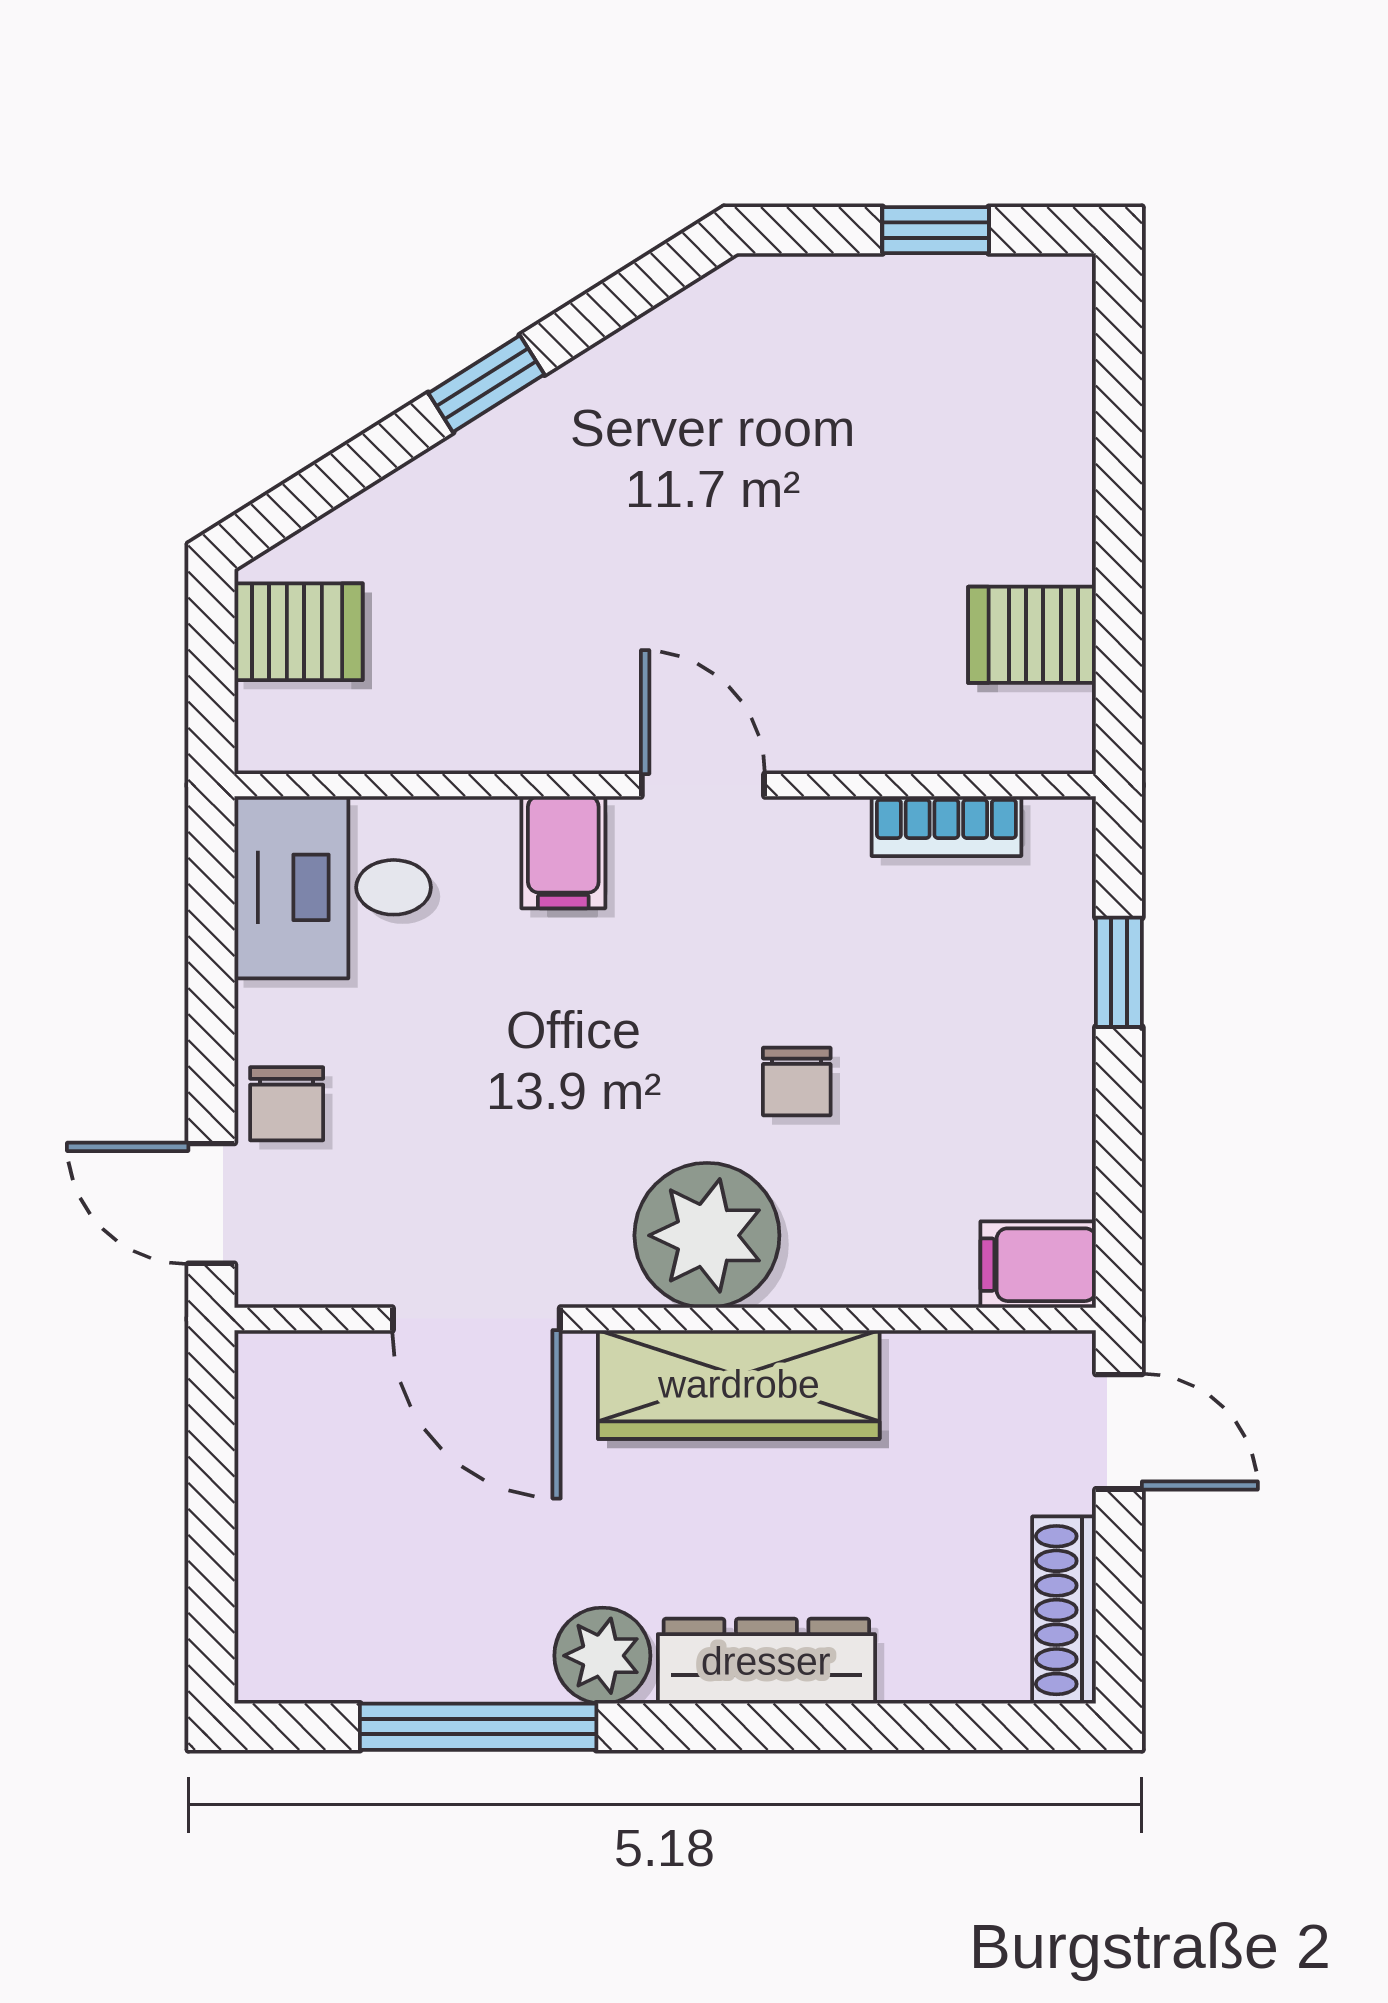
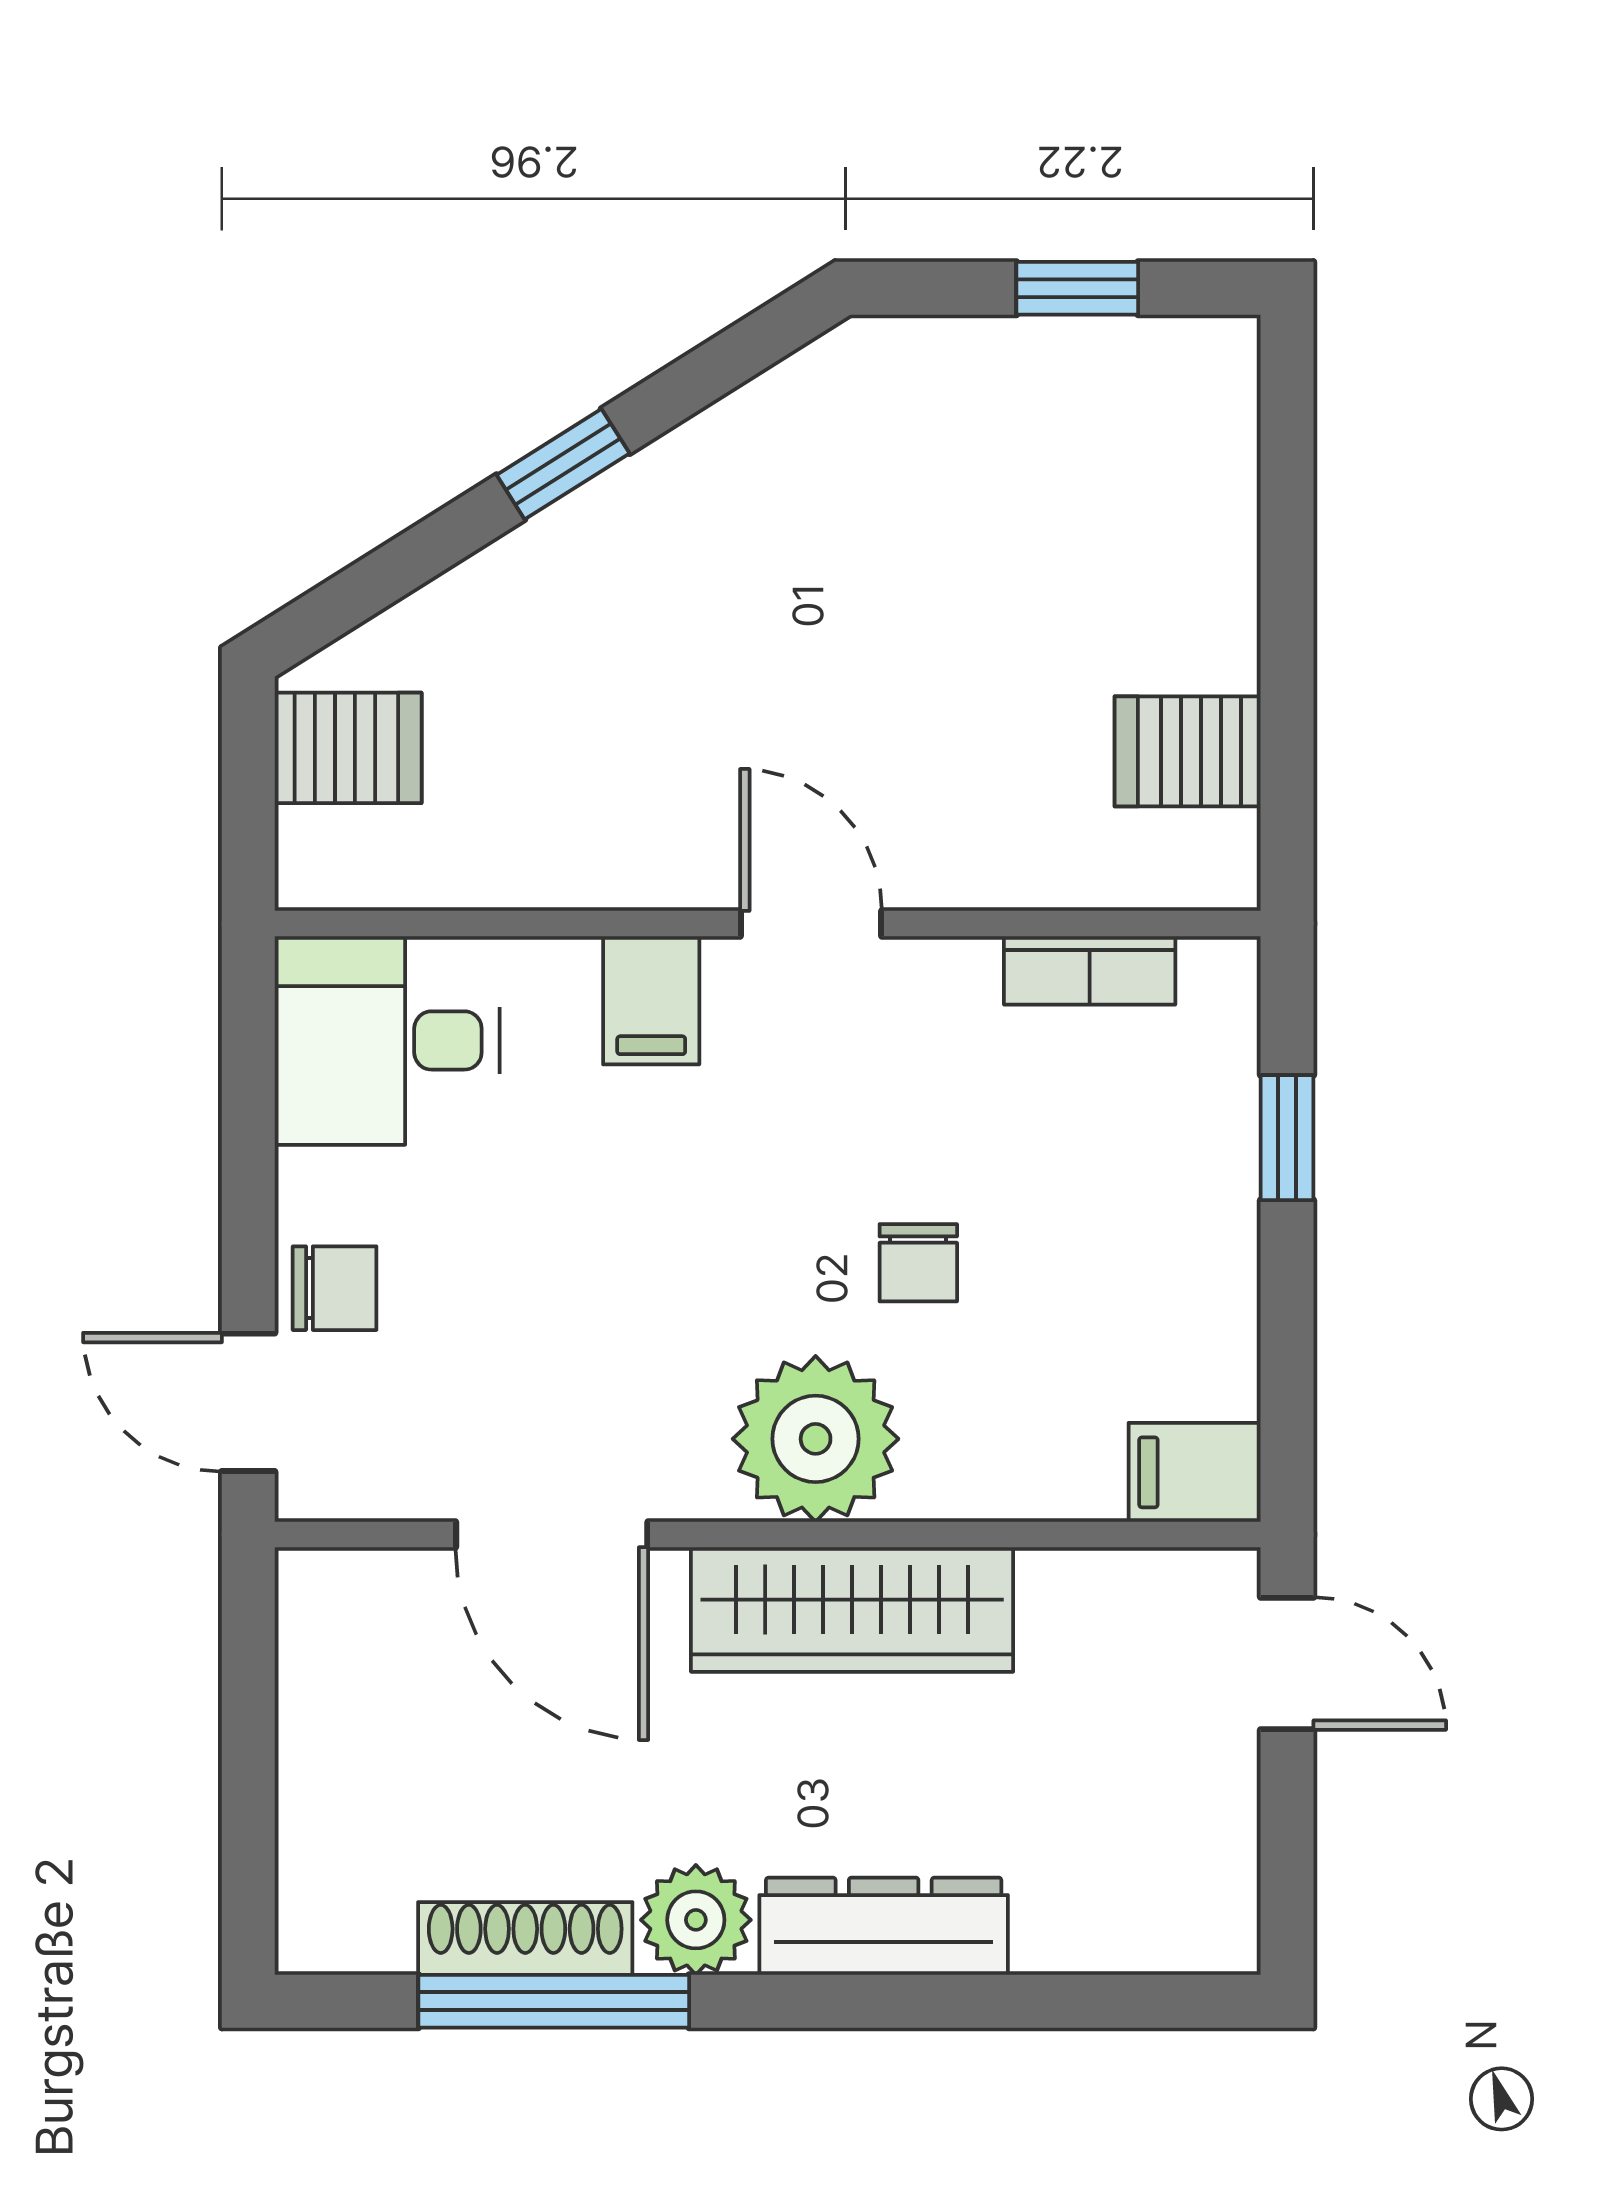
chair: (287, 1104) -> (335, 1288), turned -90
shoe rack: (1064, 1610) -> (525, 1938), moved, turned 90

